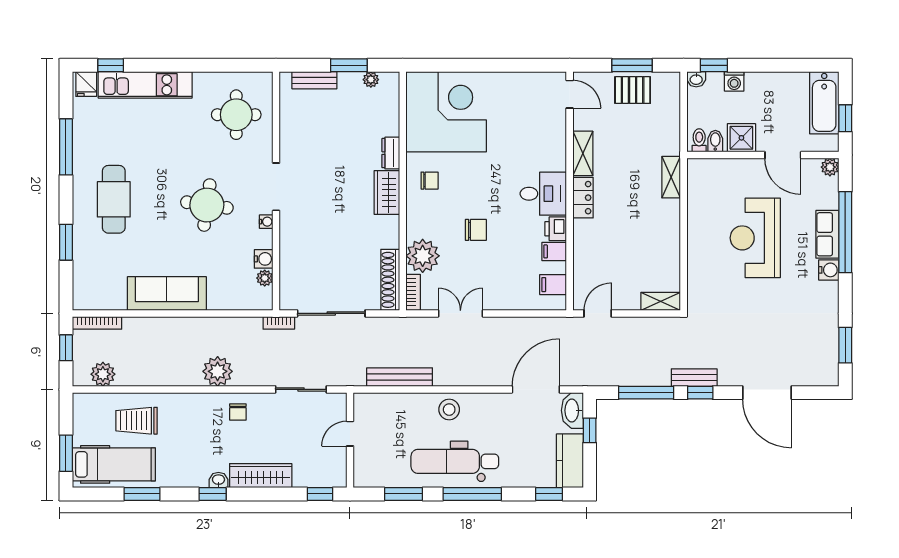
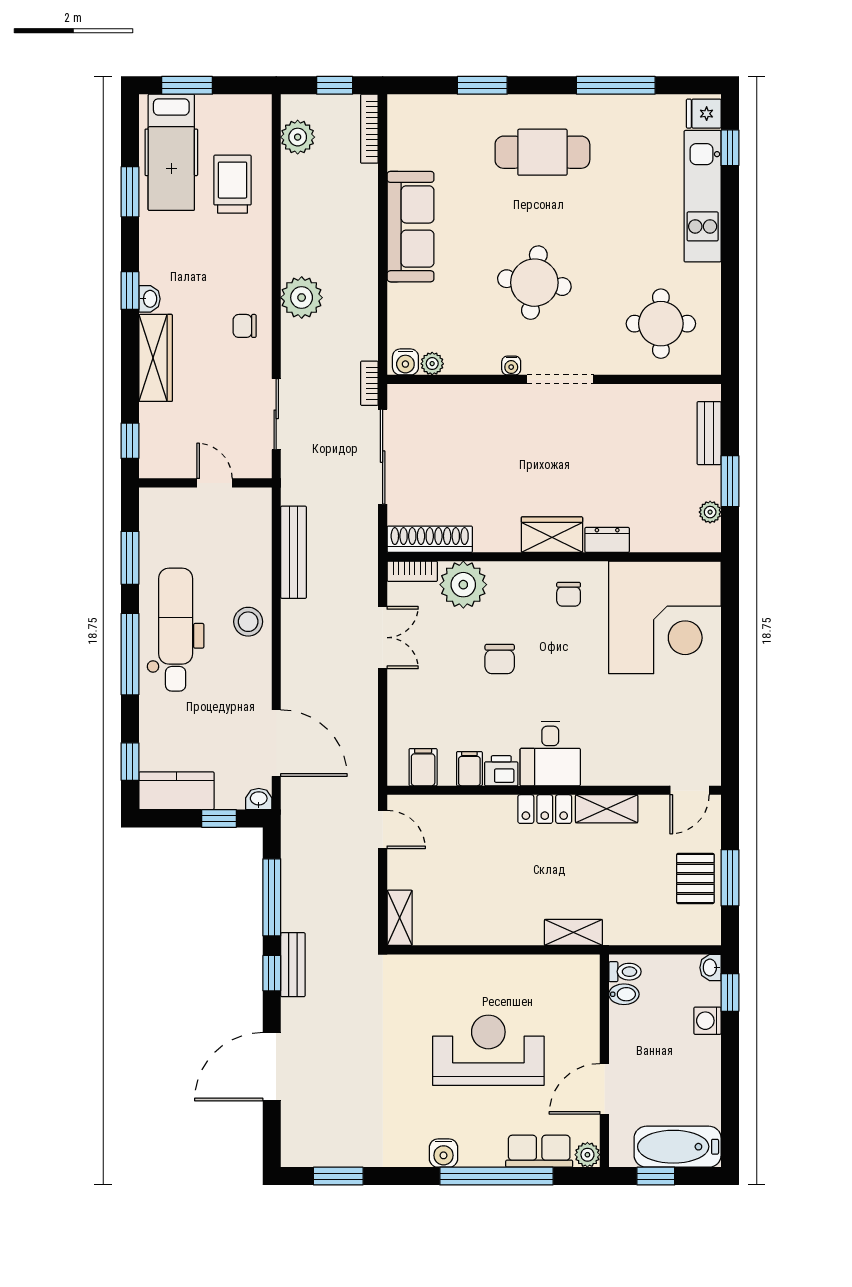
shower: (741, 138) -> (629, 1031), removed
row of seats: (827, 234) -> (539, 1151), moved
water cooler: (264, 259) -> (405, 362), moved
washbasin: (572, 410) -> (259, 799), width x0.52, depth x0.69

